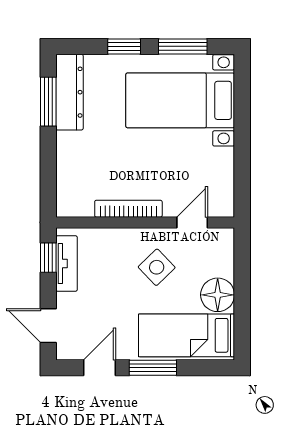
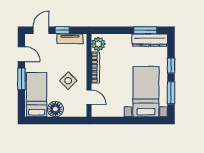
plant: (78, 202) -> (98, 44), added
window: (48, 258) -> (62, 30), moved

